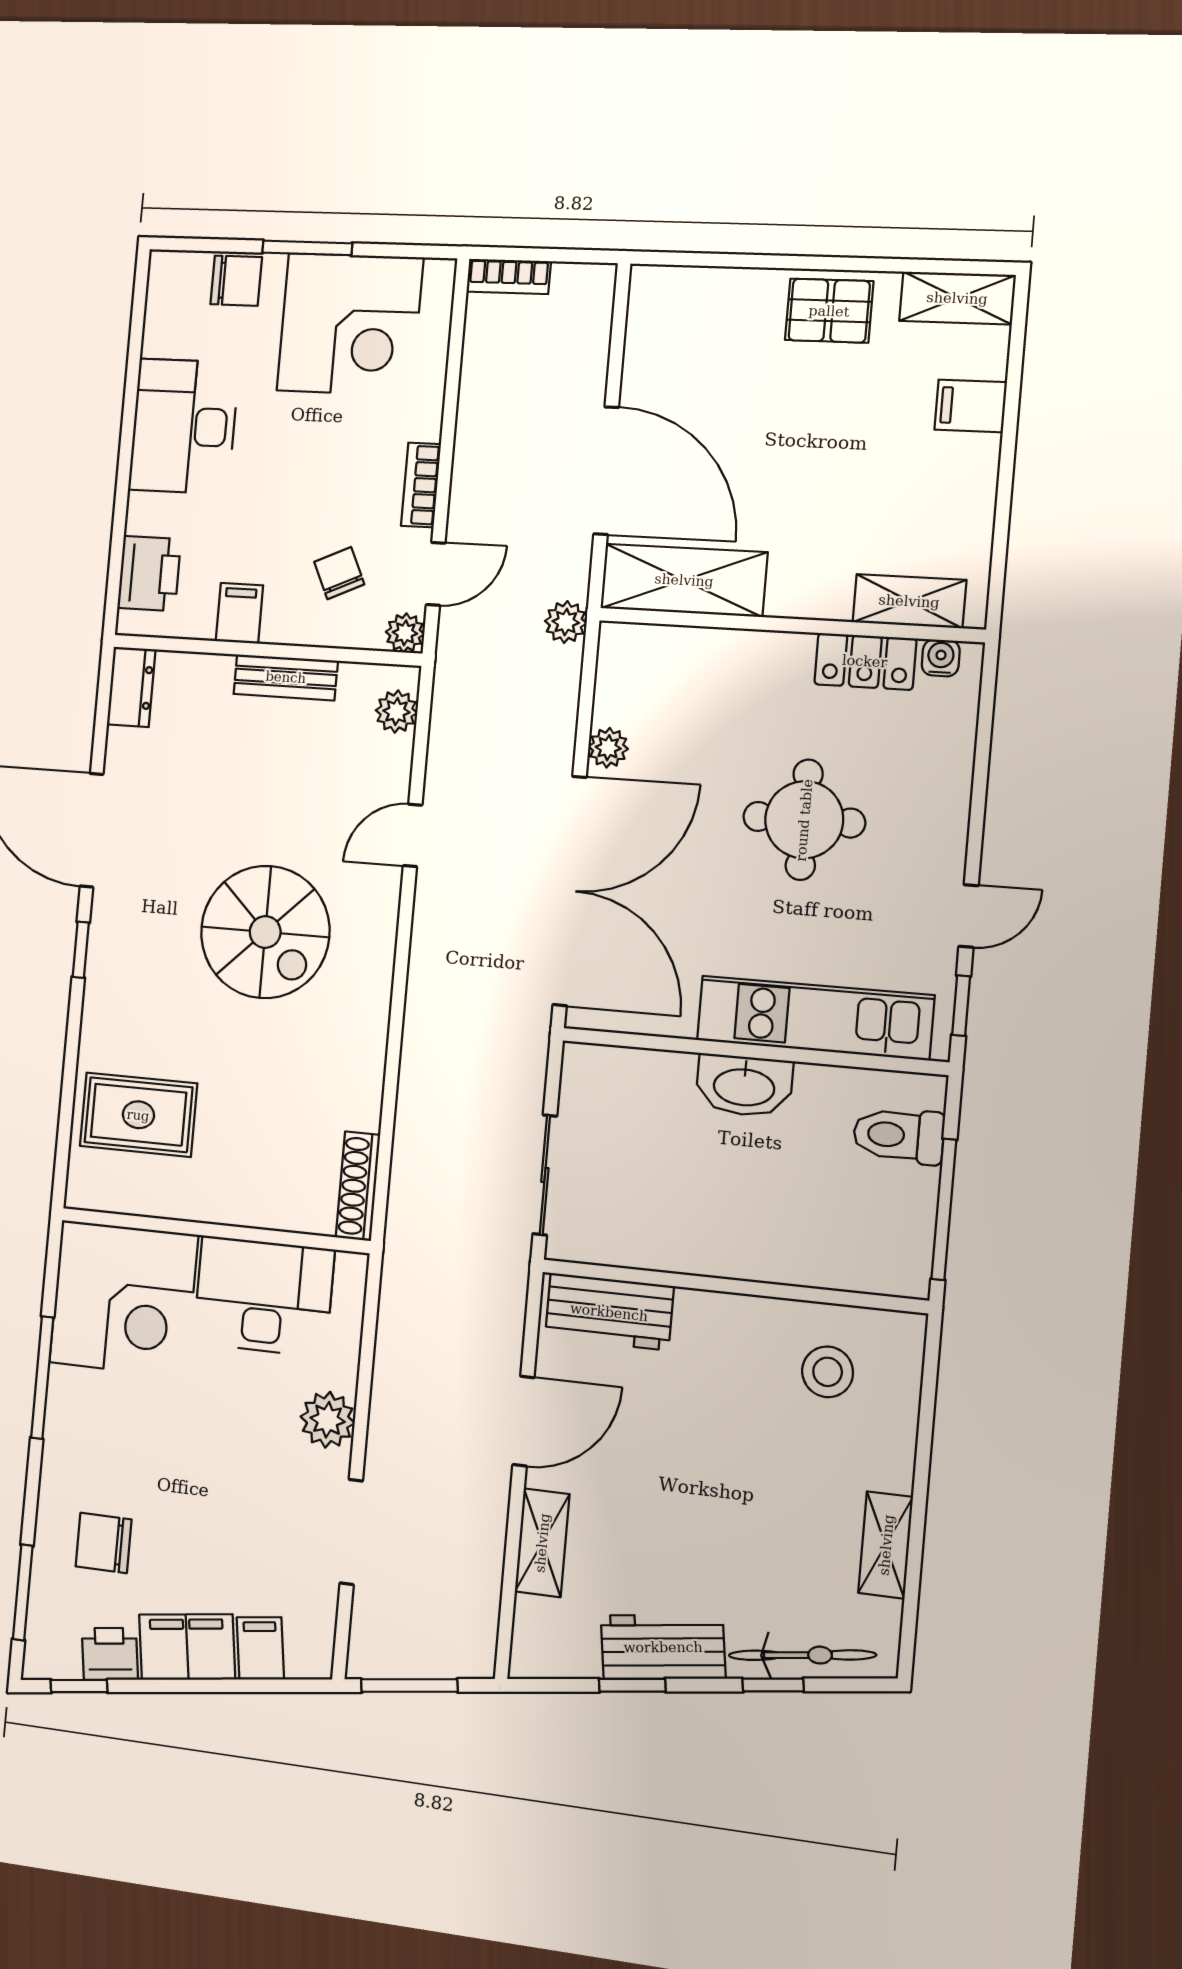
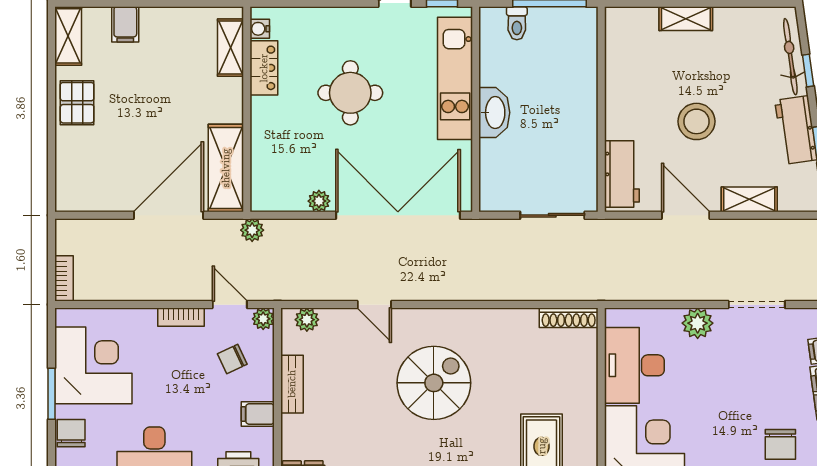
toilet: (898, 1135) -> (517, 23), width x0.73, depth x0.72
stool: (828, 1372) -> (696, 121), moved, width x1.38, depth x1.38
shelving: (886, 1545) -> (686, 19), moved

